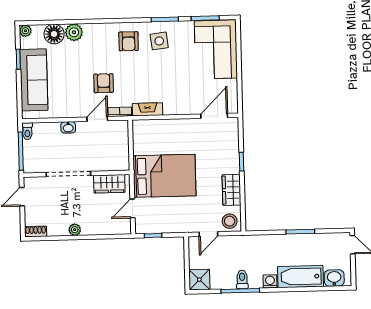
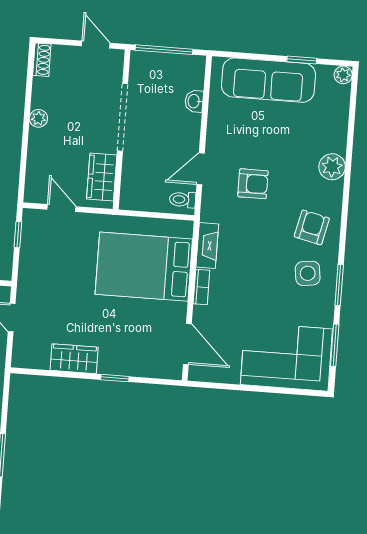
plant: (74, 32) -> (332, 167), moved
floor lamp: (54, 34) -> (334, 117), removed
armchair: (129, 41) -> (312, 227), turned 103
bookcase: (120, 112) -> (201, 287), moved
door: (97, 119) -> (201, 169), swing flipped
washbasin: (68, 127) -> (194, 101), moved
toilet: (27, 131) -> (183, 200), moved
bed: (164, 176) -> (144, 267), moved, turned 90
stool: (230, 221) -> (28, 351), removed

